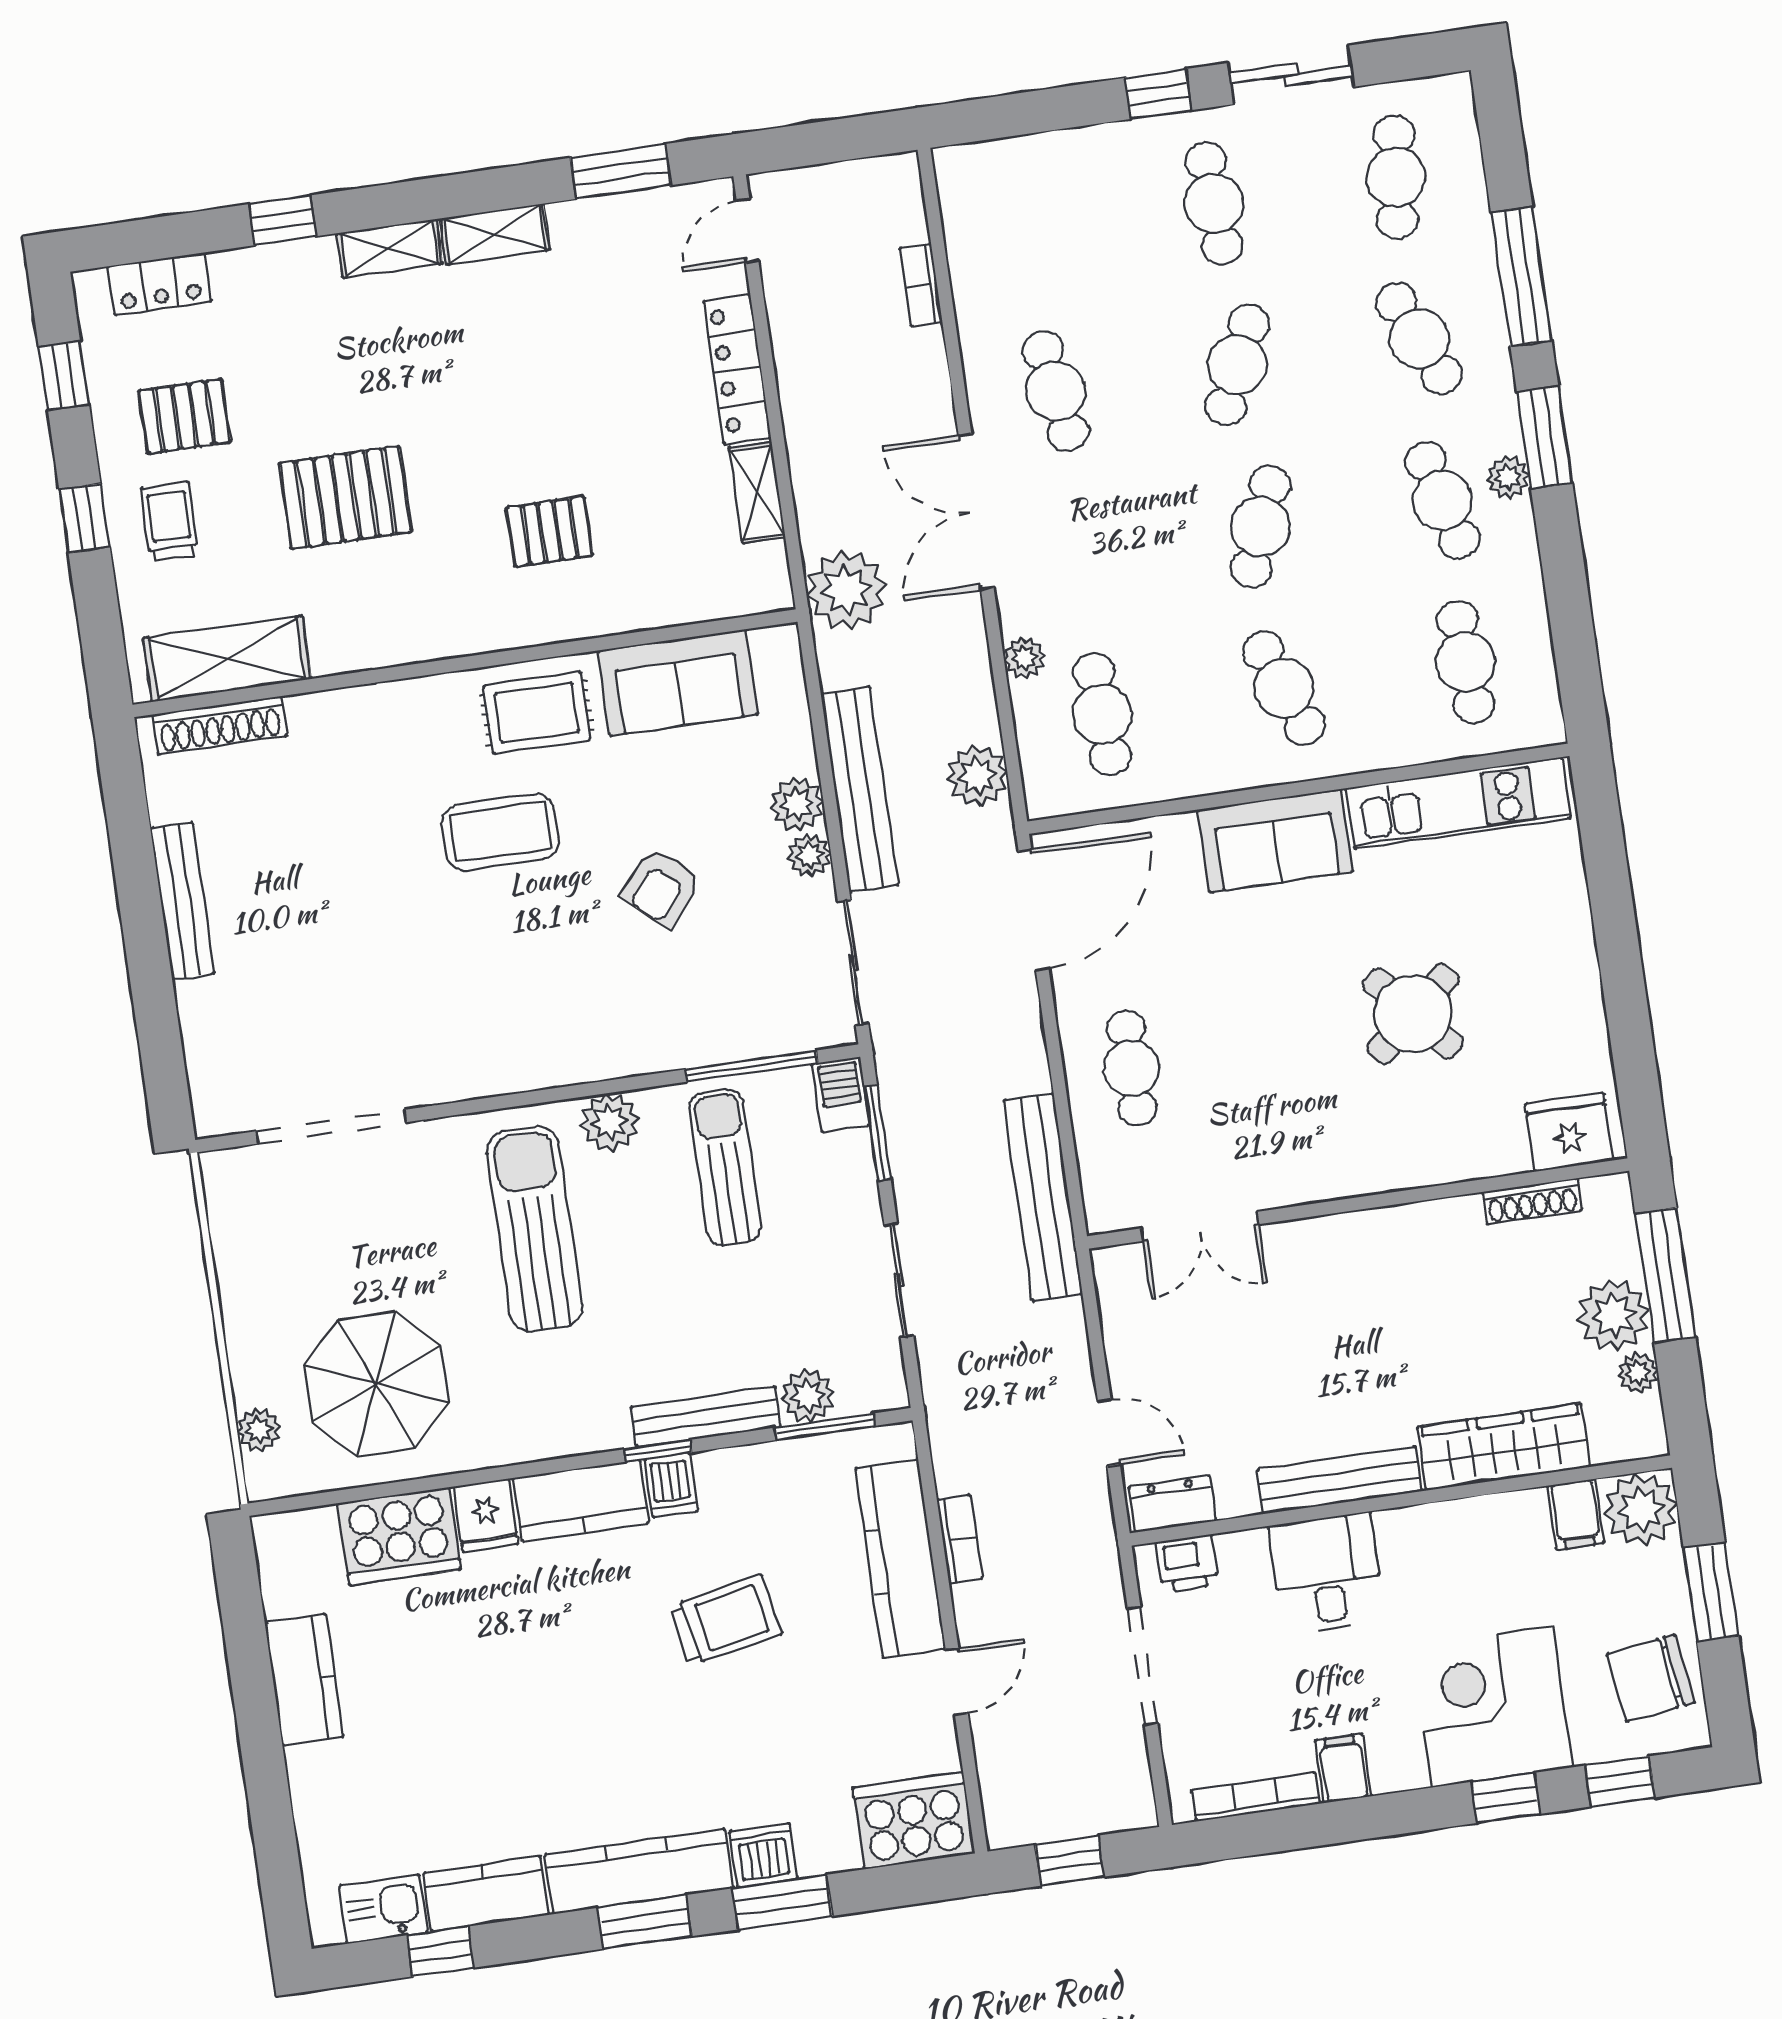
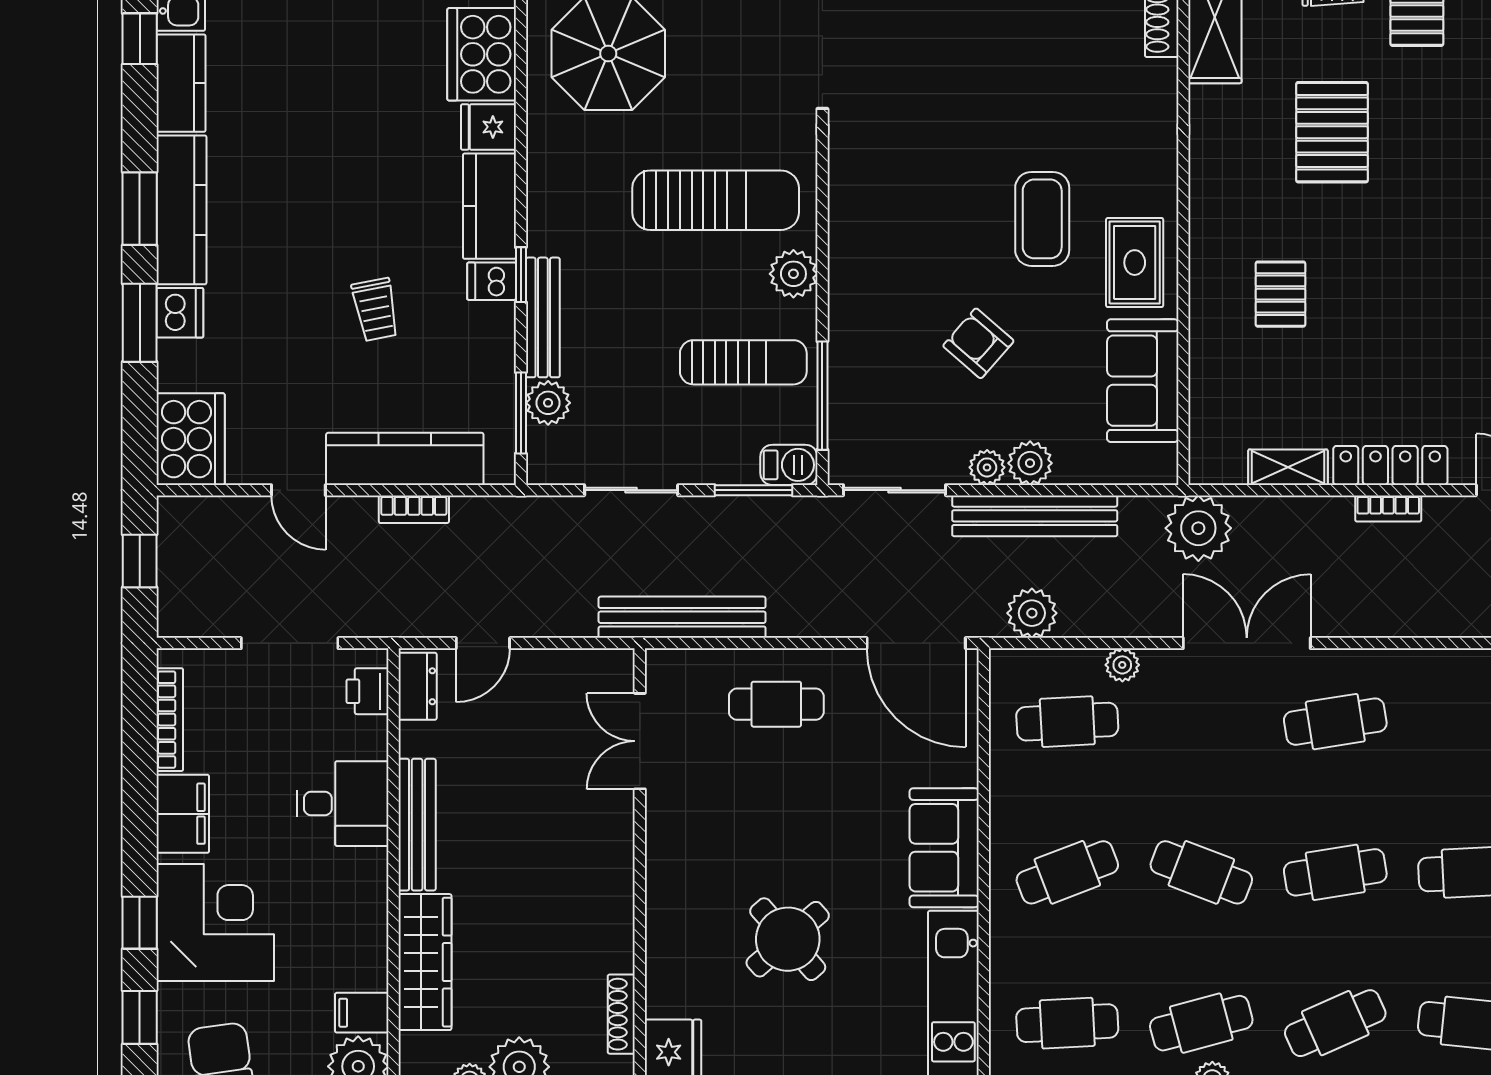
bookcase: (921, 285) -> (1388, 508), moved, turned 180
cafe table: (1237, 365) -> (1335, 872), turned -33
trolley: (725, 1620) -> (375, 309), width x0.73, depth x0.72
filing cabinet: (1343, 1768) -> (183, 814), width x2.00

